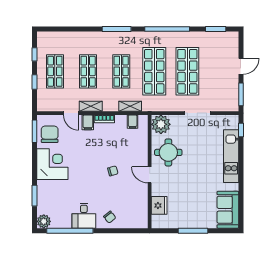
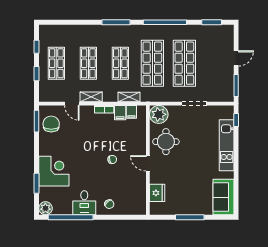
filing cabinet: (88, 122) -> (120, 113), moved
corner desk: (52, 164) -> (54, 171), moved

